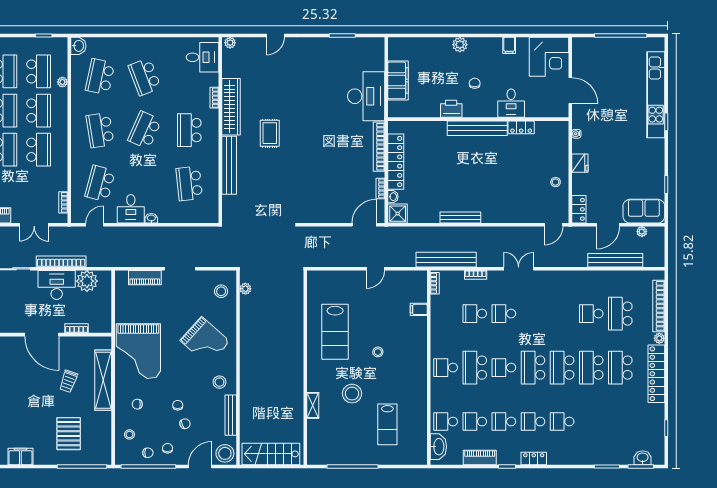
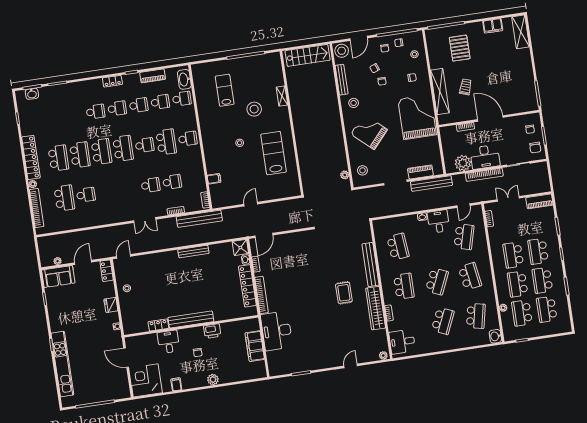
school desk: (145, 77) -> (443, 321), turned 45
bench: (615, 260) -> (431, 184), moved

